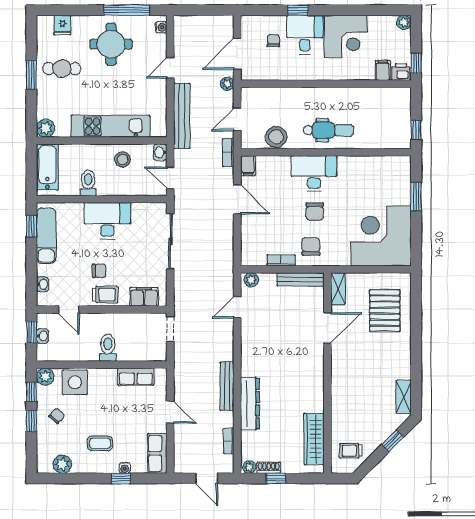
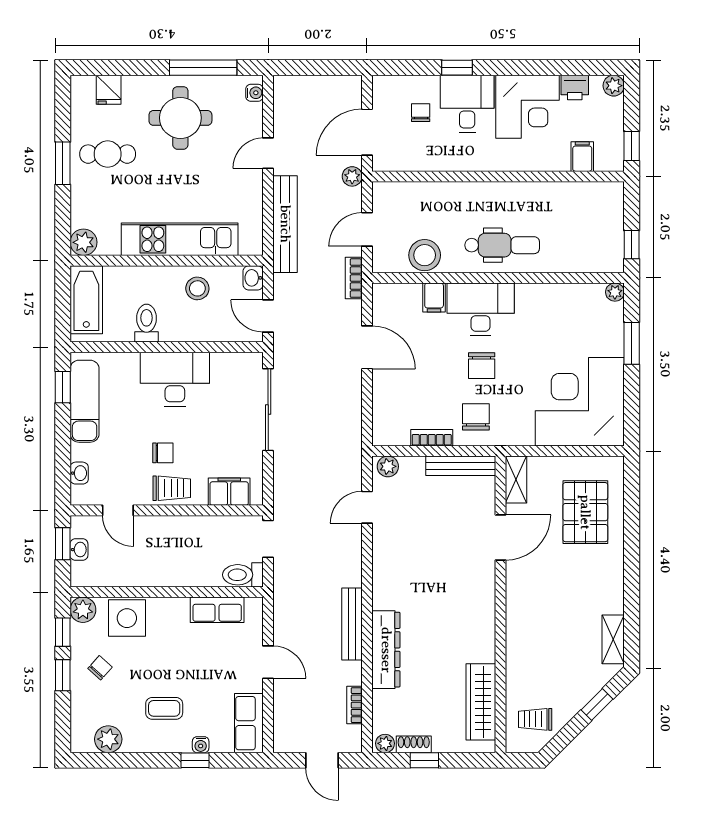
printer: (401, 72) -> (575, 88), moved, turned 180
plant: (405, 162) -> (615, 292), added
filing cabinet: (248, 166) -> (434, 298), moved
toilet: (108, 348) -> (243, 575), moved, turned -90

